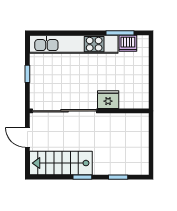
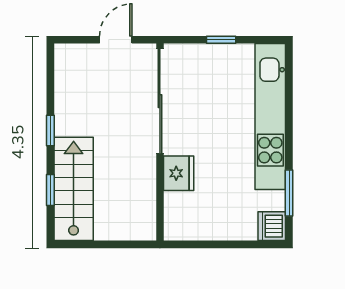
dishwasher: (128, 43) -> (272, 226), moved
stairs: (61, 163) -> (74, 189), moved

